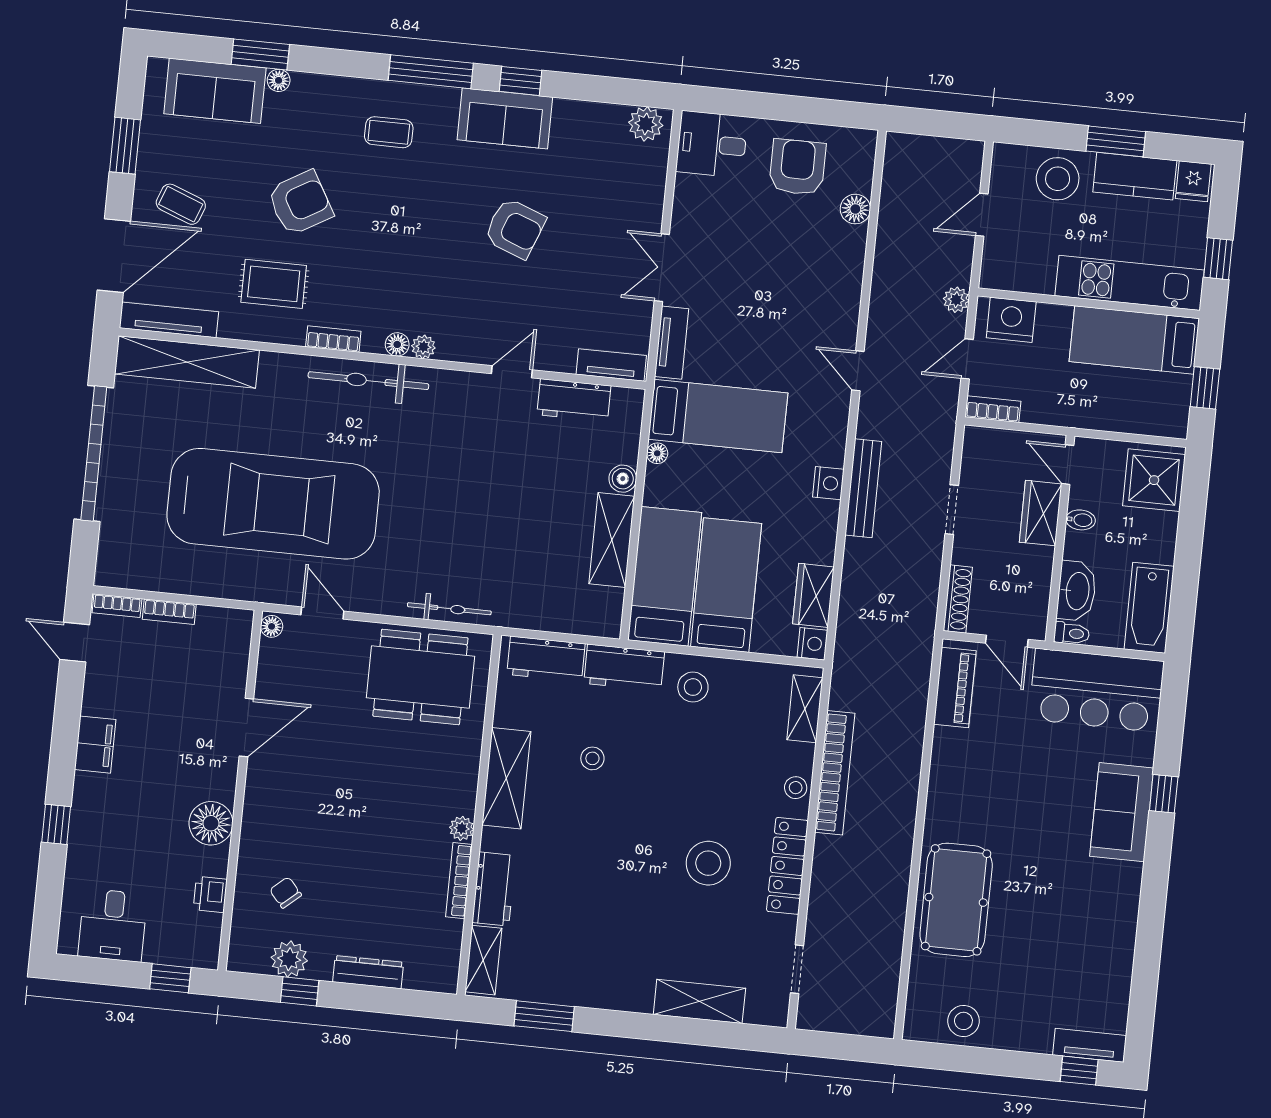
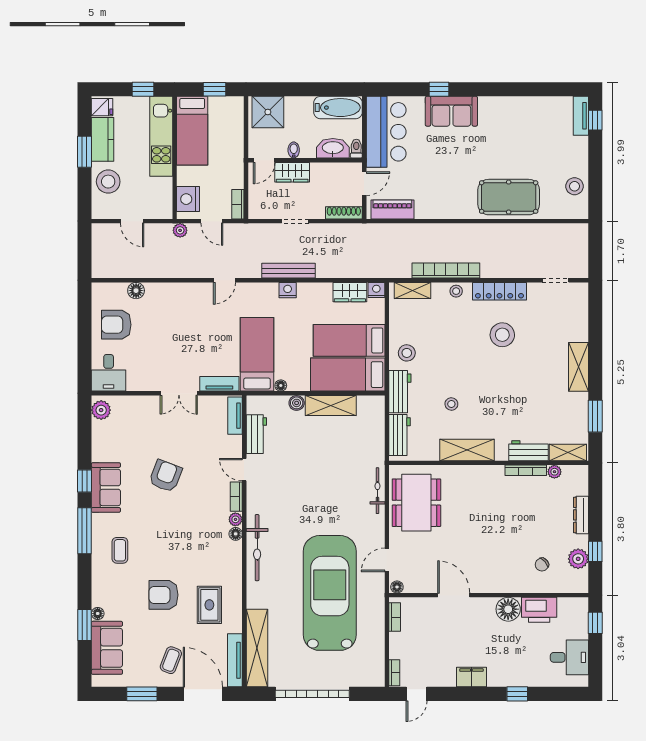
armchair: (300, 203) -> (164, 595), turned -60
bookcase: (333, 339) -> (236, 497), moved
bookcase: (169, 612) -> (395, 617), moved
plant: (462, 828) -> (554, 472), moved
printer: (210, 895) -> (539, 610), width x1.87, depth x1.48
shelving: (699, 1001) -> (579, 367), moved

